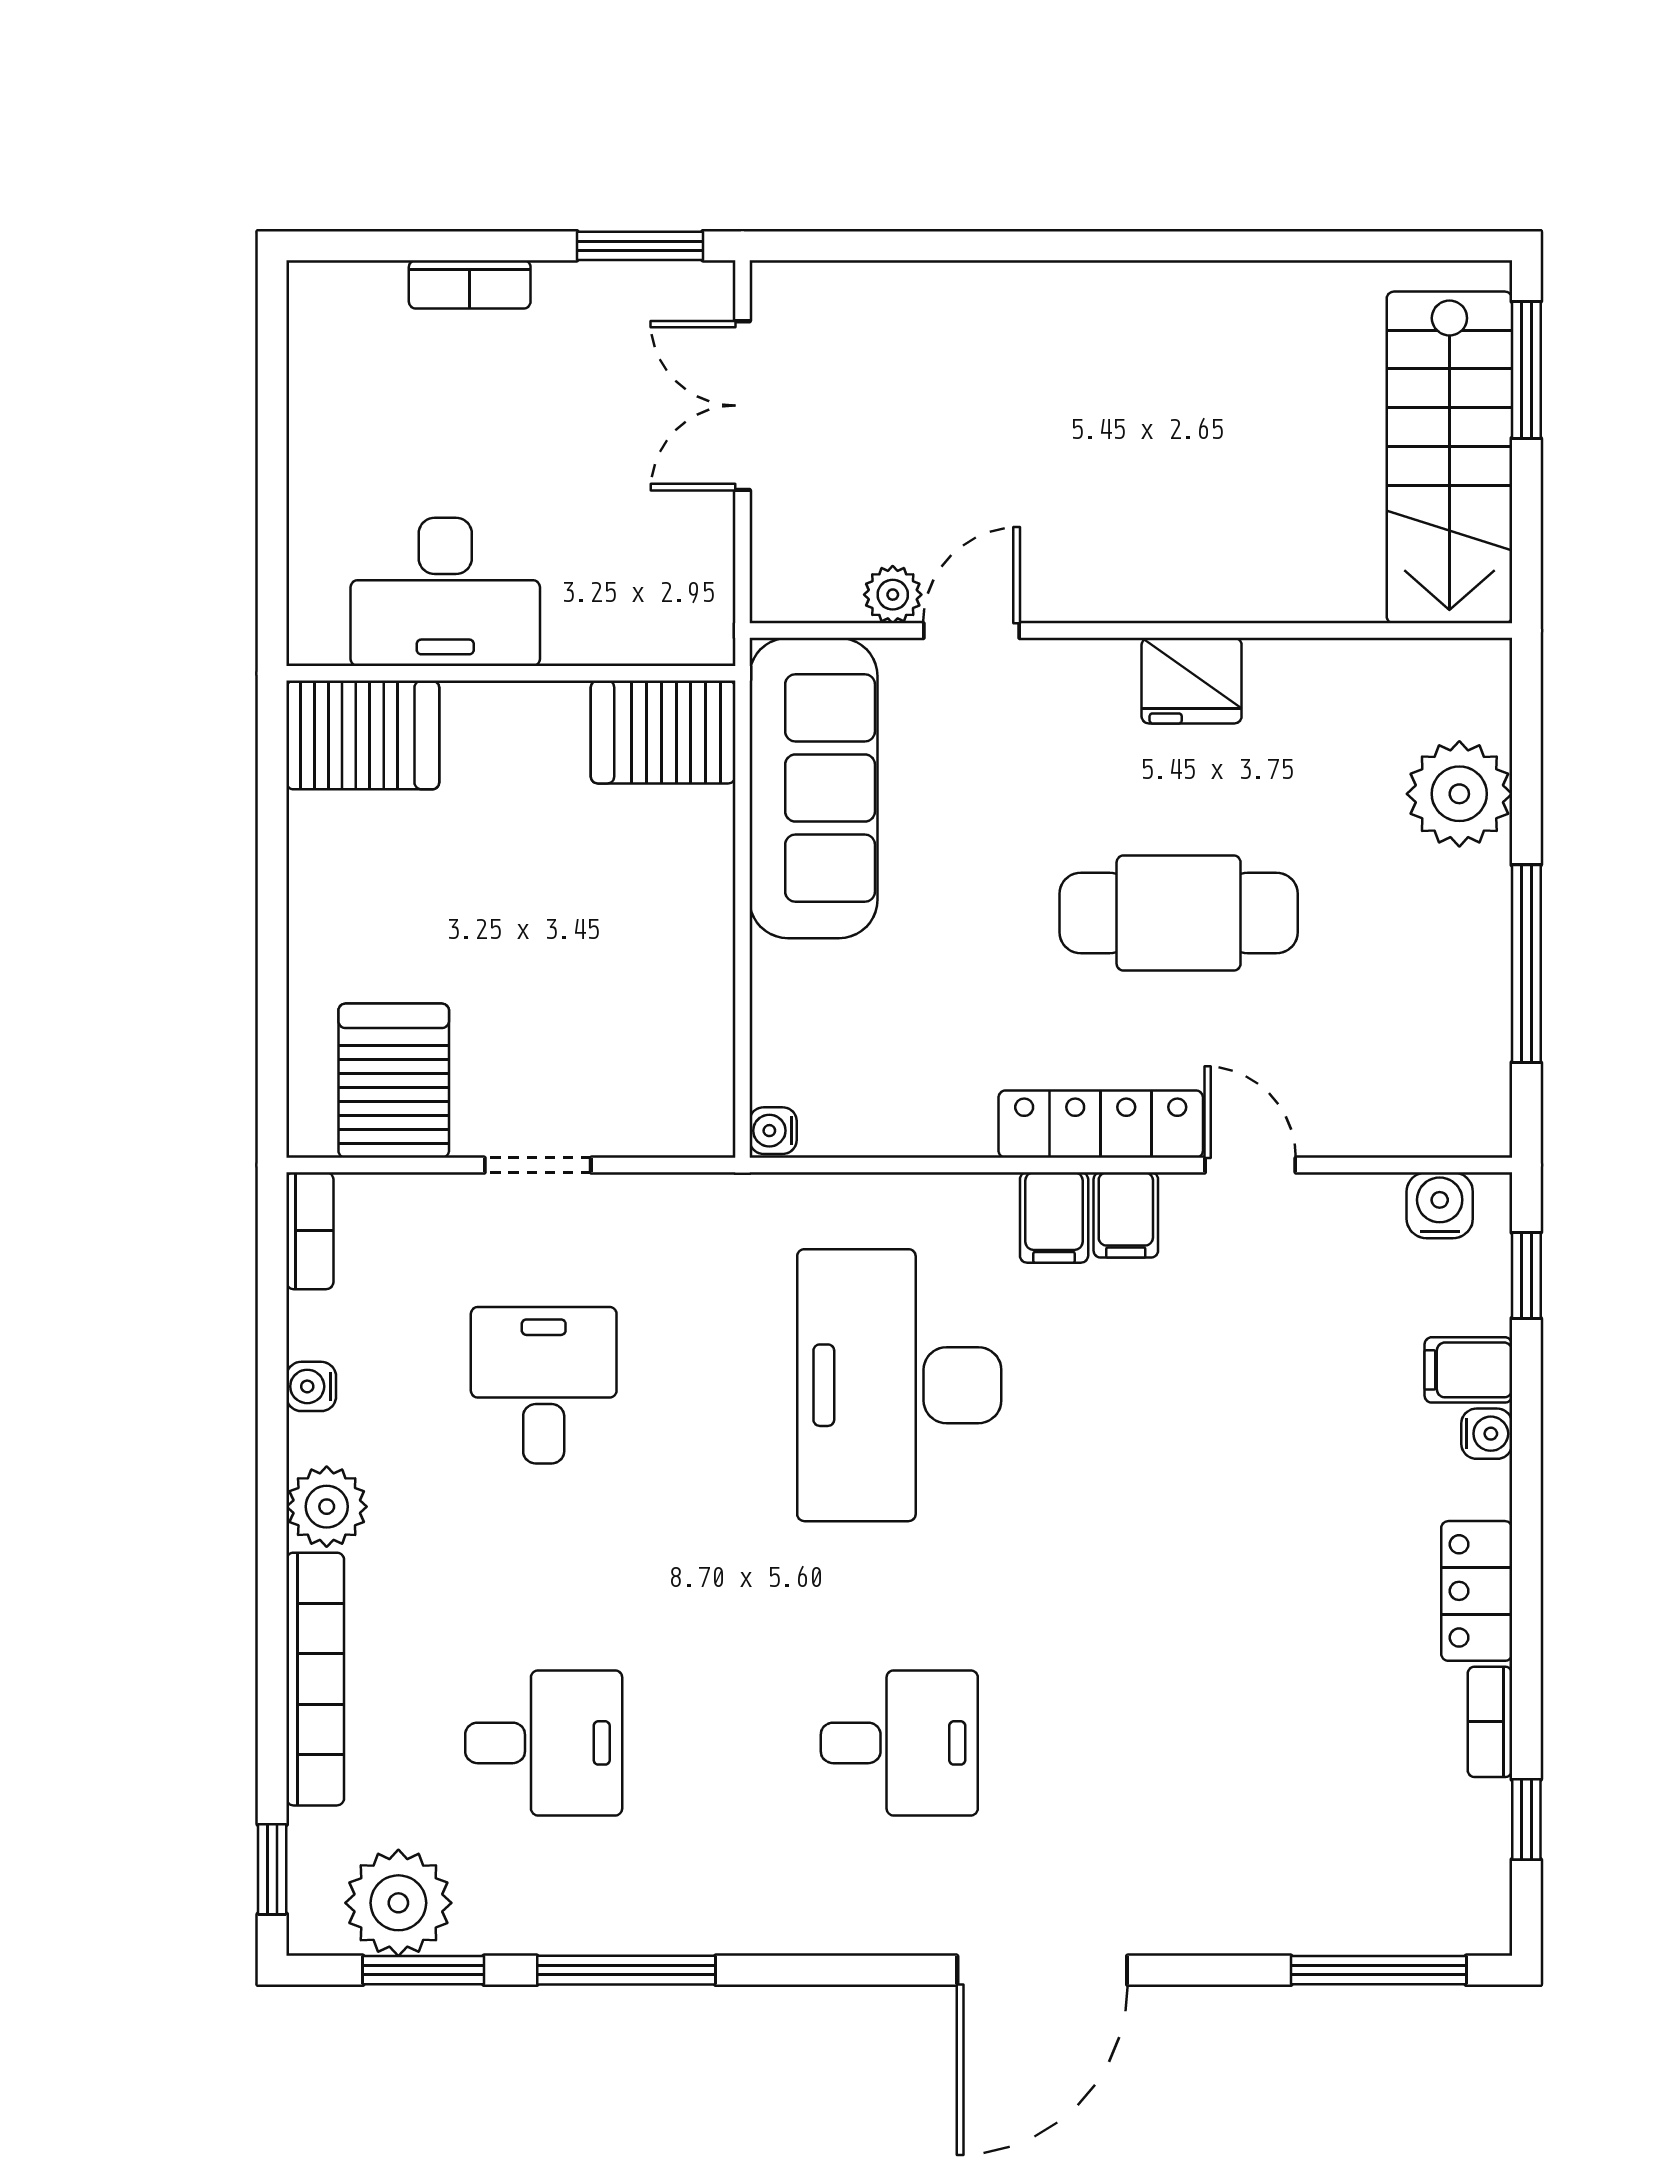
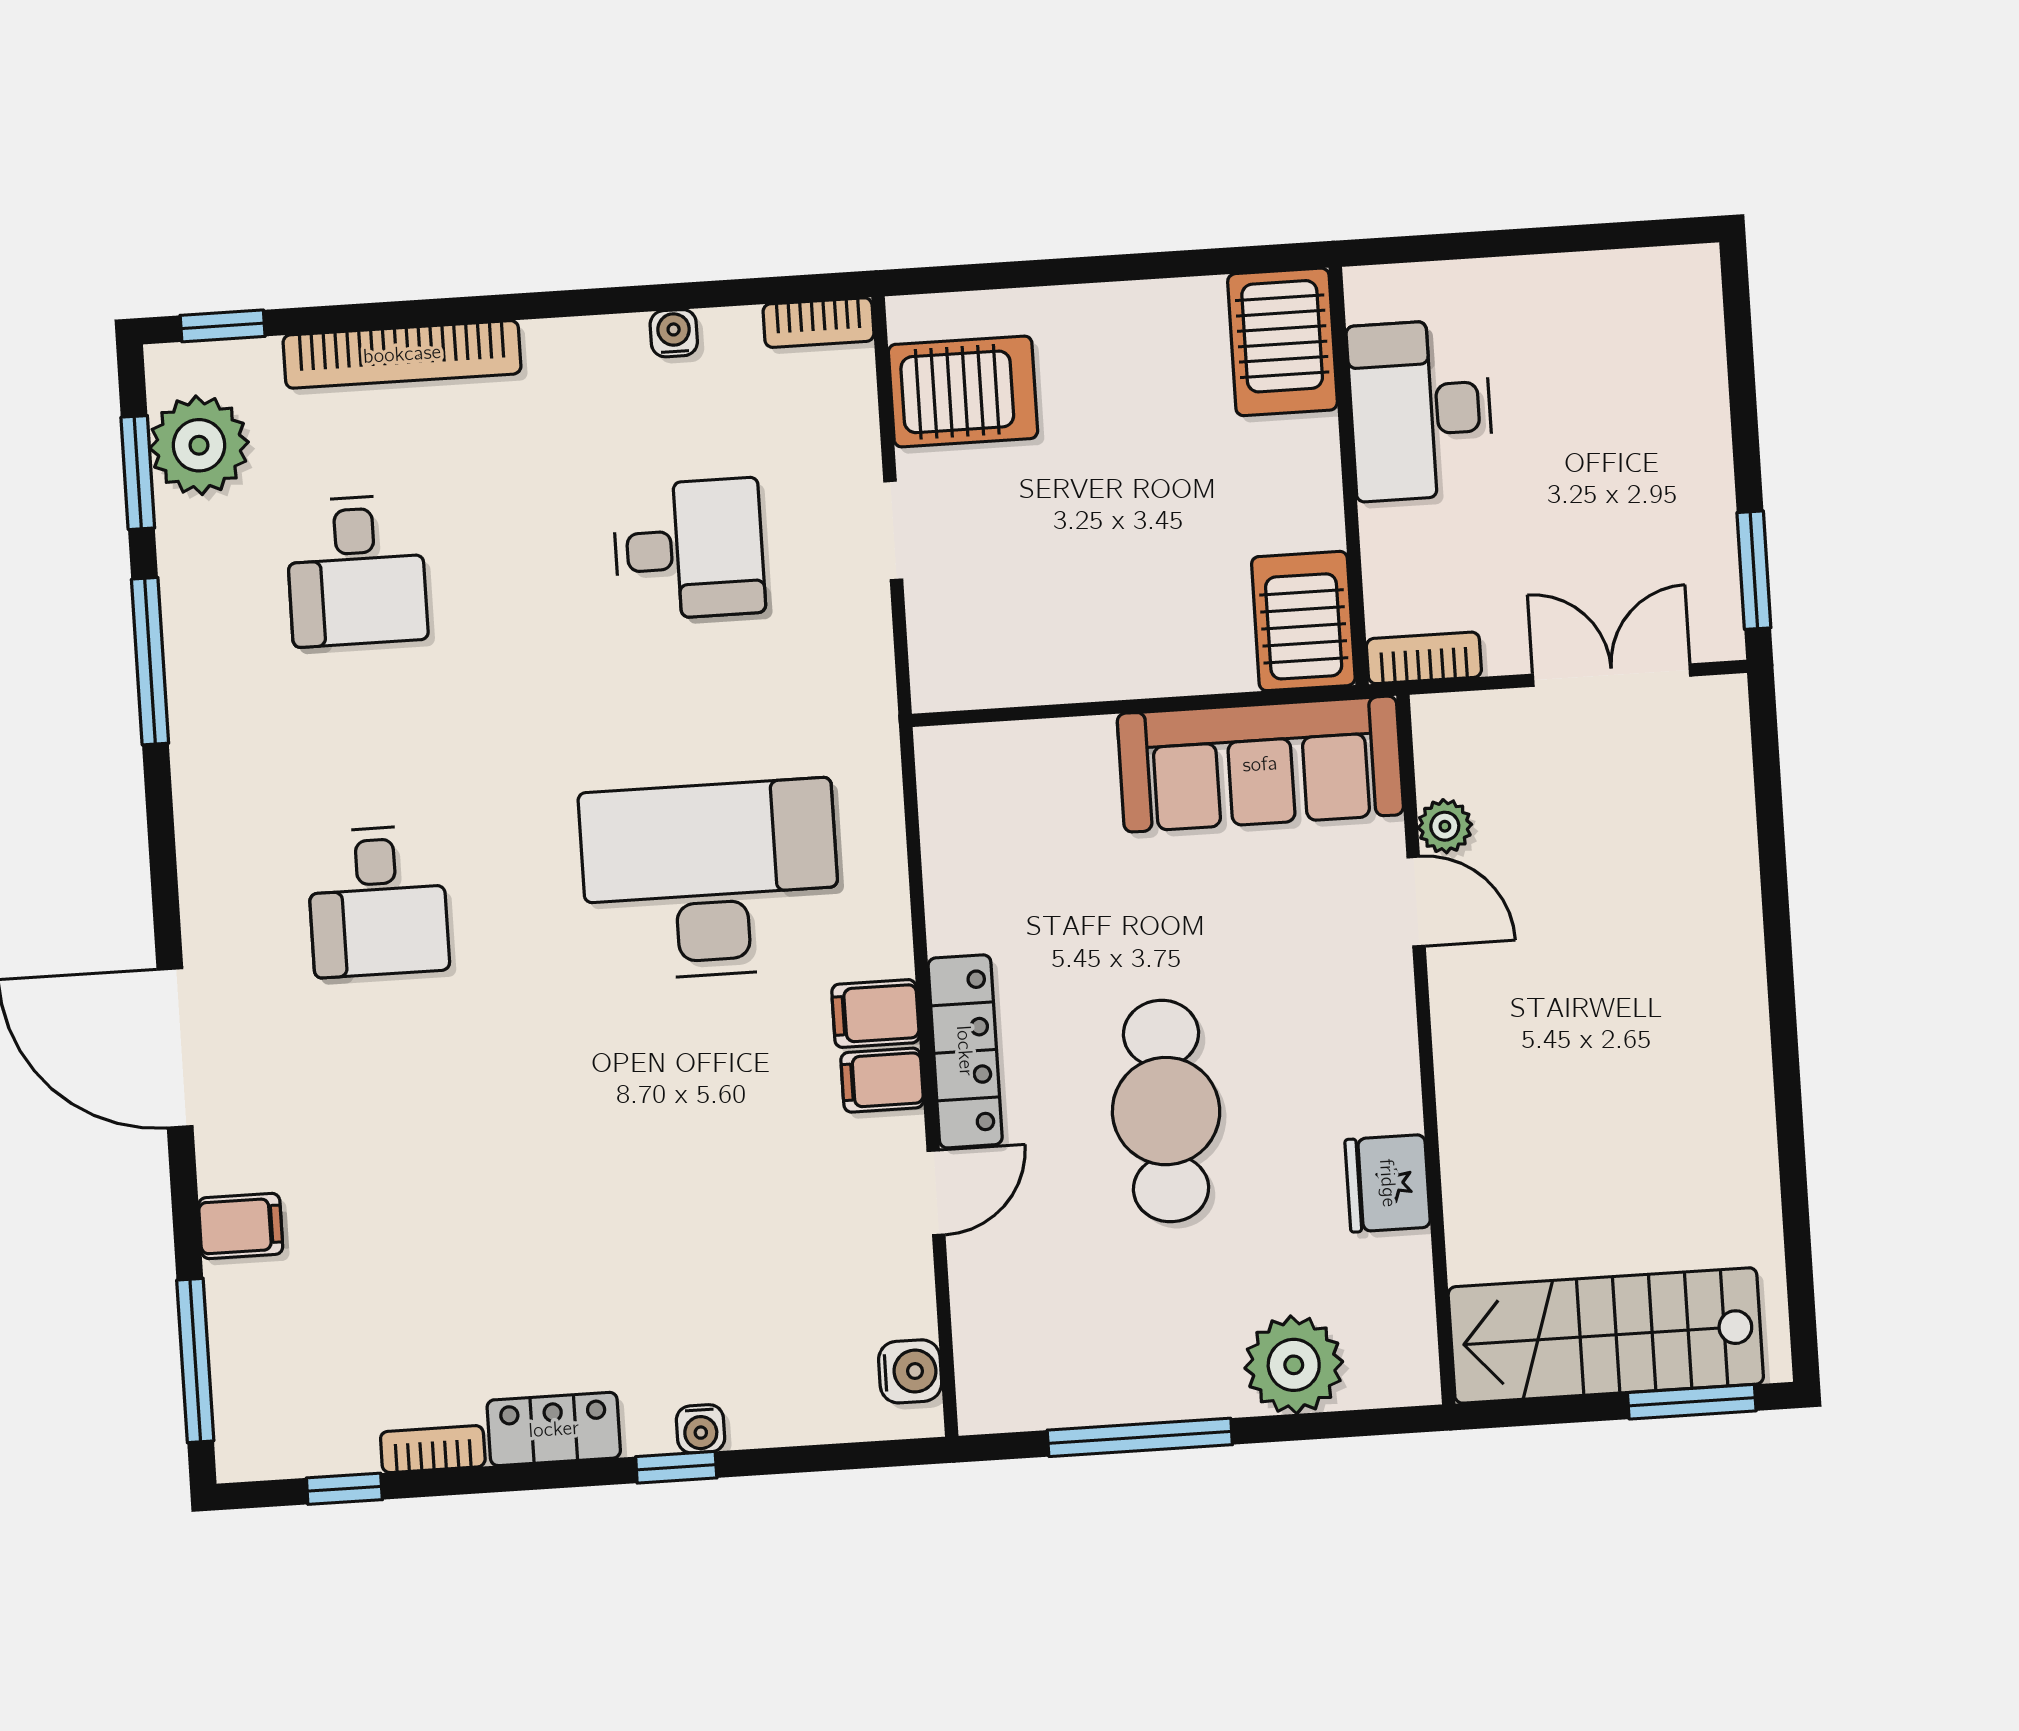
bookcase: (470, 284) -> (1424, 658), moved, turned 90
fridge: (1192, 681) -> (1388, 1183), moved
water cooler: (773, 1131) -> (939, 747), removed
window: (1526, 1275) -> (676, 1467), moved
filing cabinet: (1468, 1370) -> (241, 1226), moved, turned 90
plant: (327, 1507) -> (563, 355), removed

